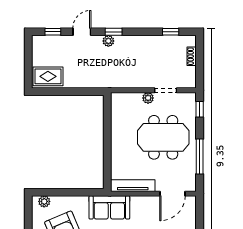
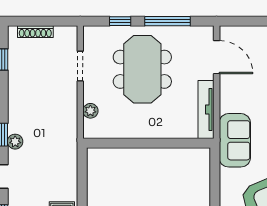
shoe rack: (192, 56) -> (35, 32), width x1.43
plant: (148, 98) -> (90, 111), moved
window: (200, 109) -> (120, 21), moved

